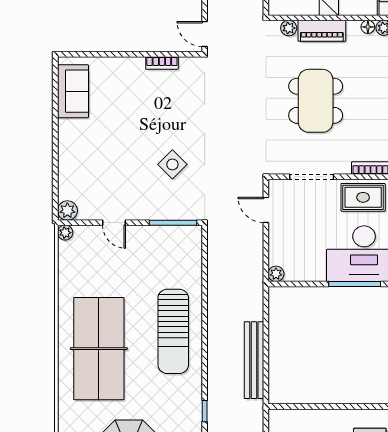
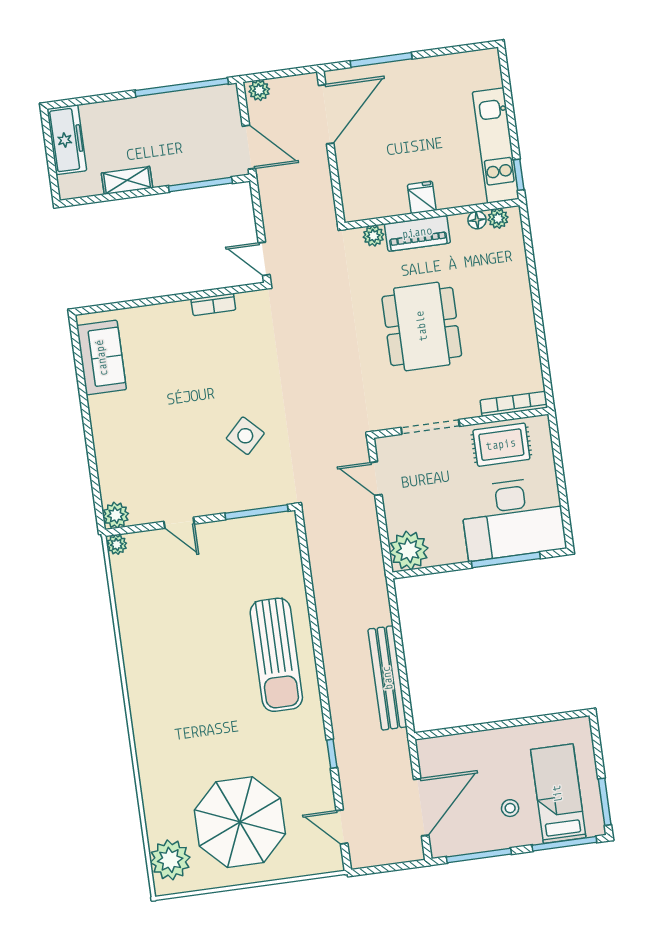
plant: (276, 274) -> (409, 550), width x1.88, depth x1.88
table tennis table: (99, 349) -> (182, 691), removed

